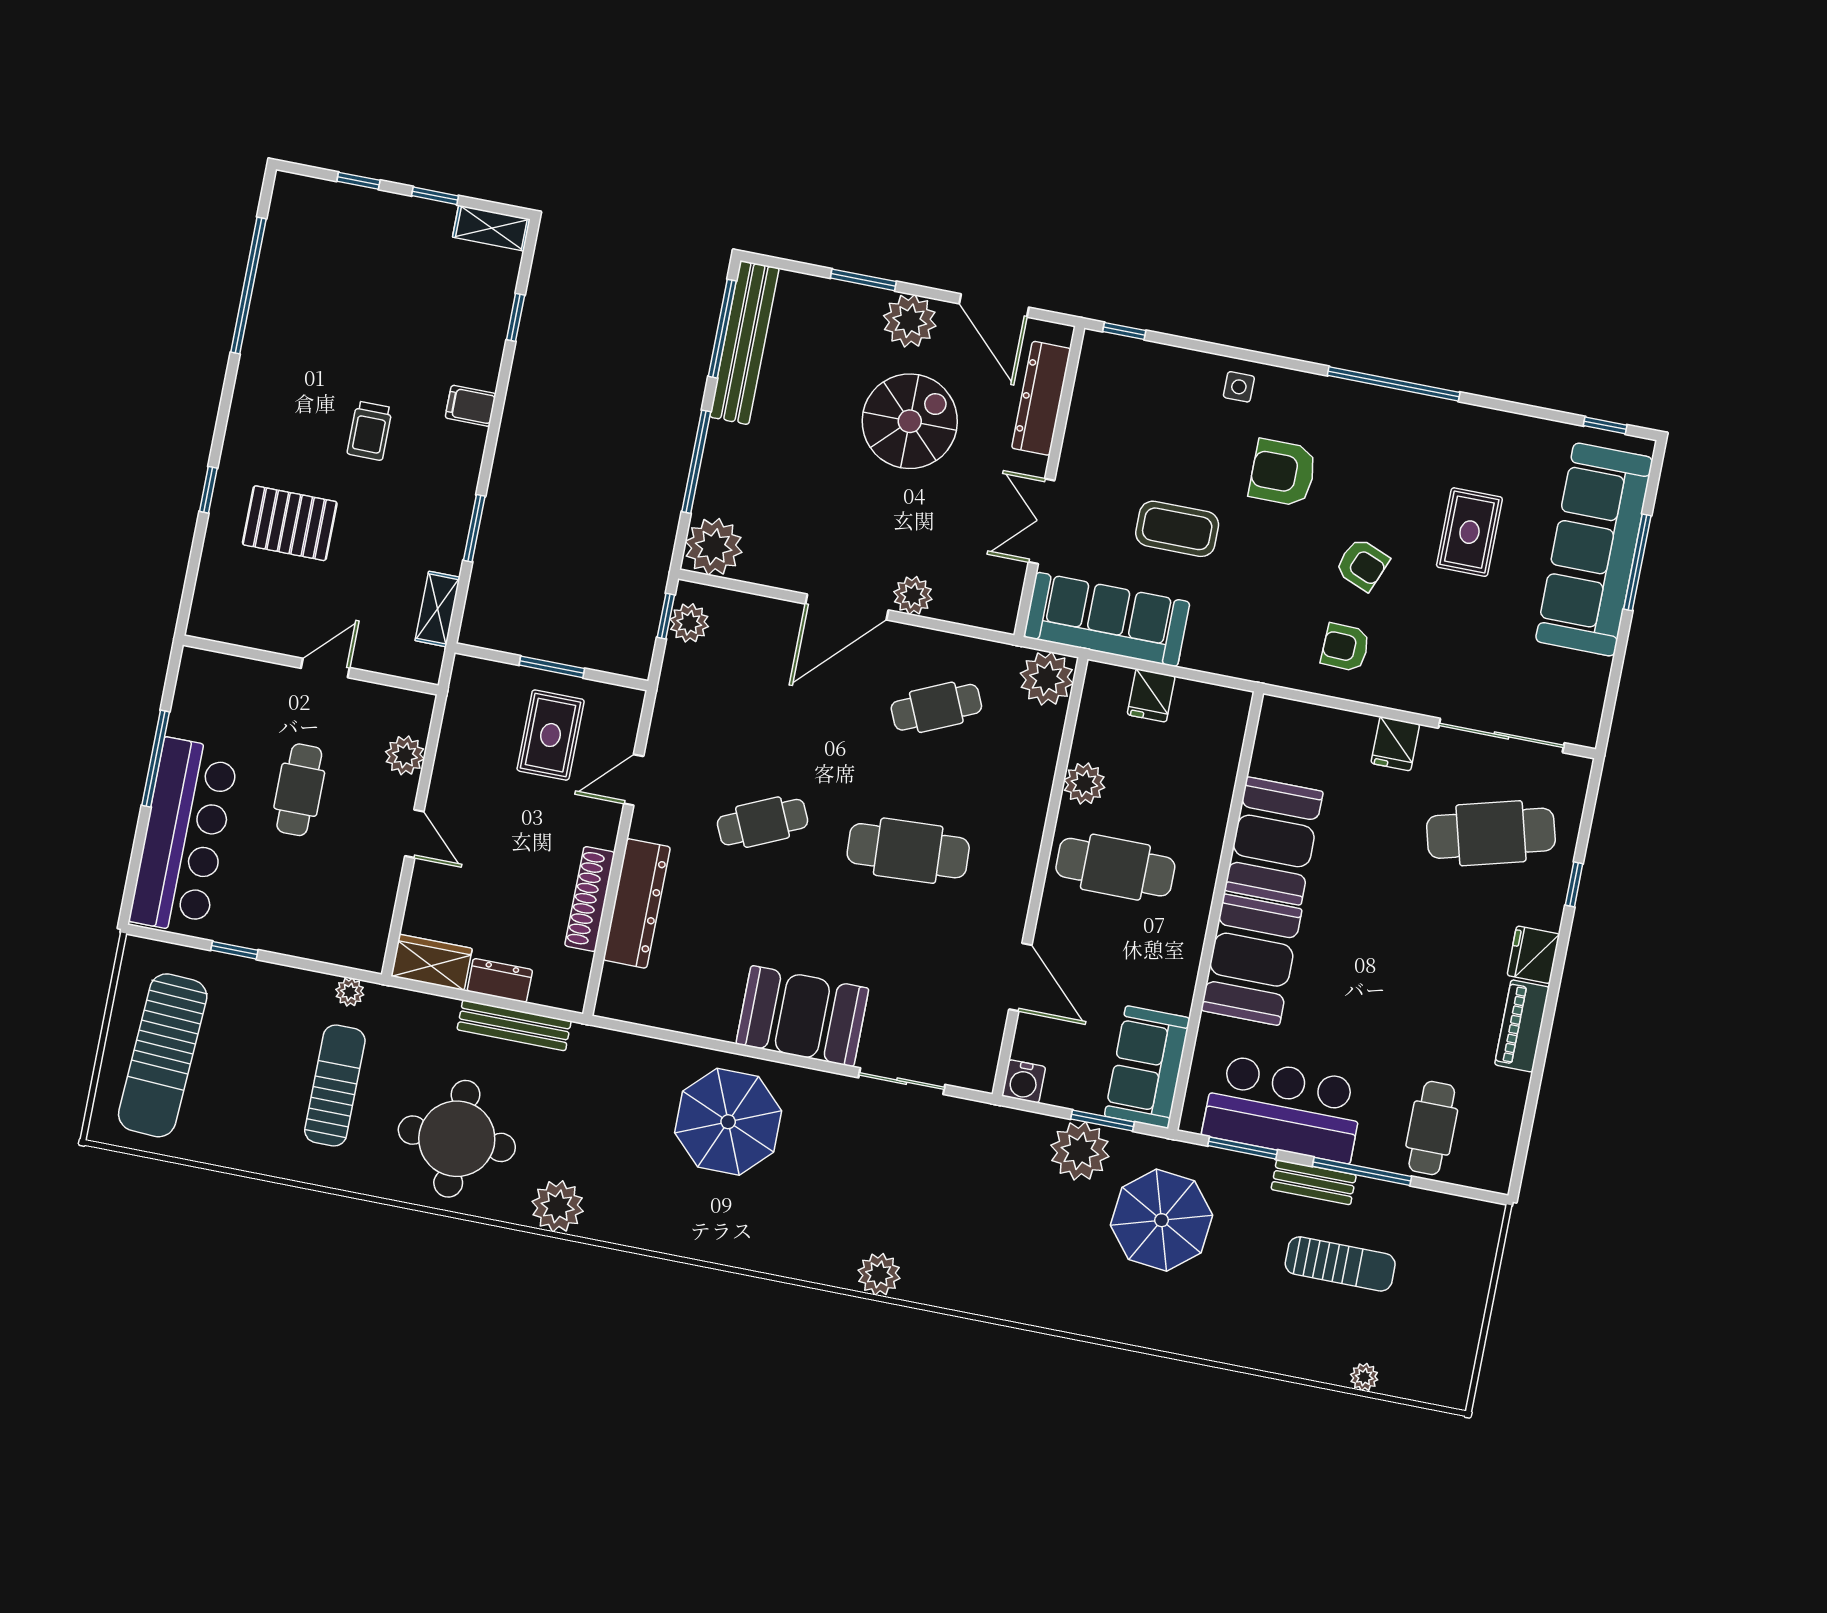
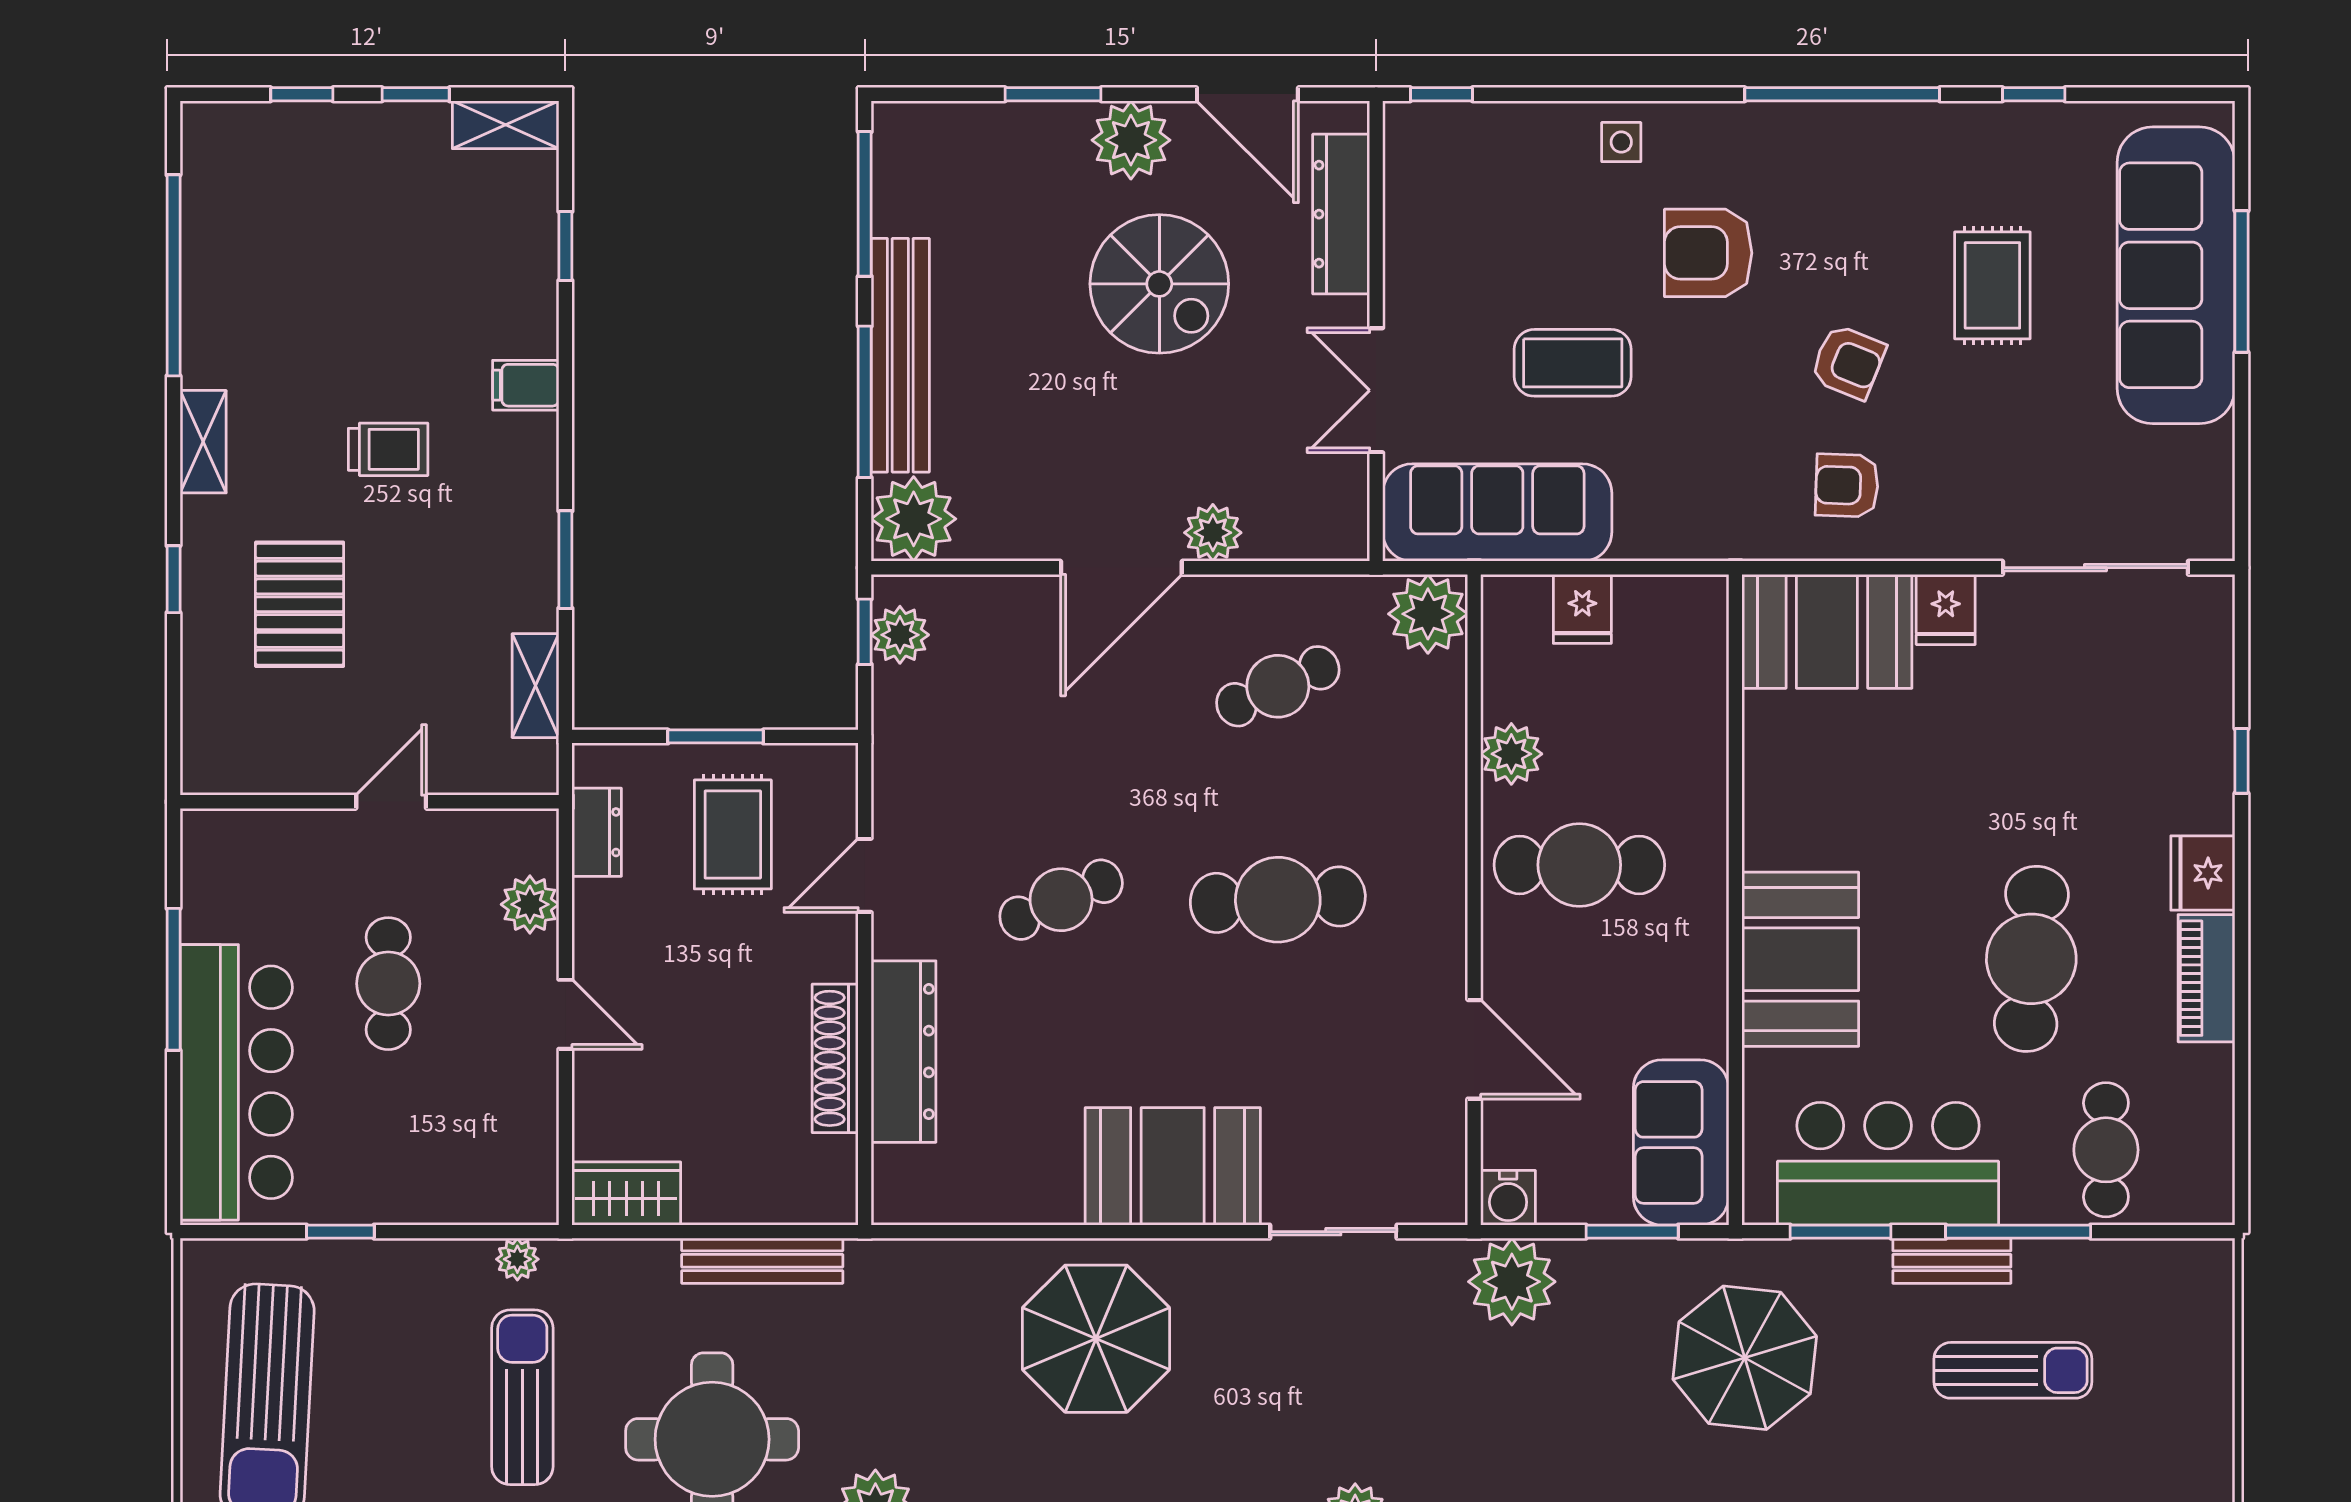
bench: (744, 343) -> (900, 355), moved
shelving: (246, 401) -> (203, 442), added
spiral stairs: (910, 421) -> (1159, 284), turned 90
window: (1605, 425) -> (2034, 94), moved
trolley: (370, 431) -> (388, 449), turned -90
pallet: (290, 523) -> (300, 604), turned 90
cafe table: (1491, 833) -> (2031, 959), moved, turned -70
booth: (1274, 841) -> (1827, 631), moved, turned 90
dresser: (500, 980) -> (597, 832), moved, turned 90
plant: (1080, 1151) -> (1512, 1282), moved

